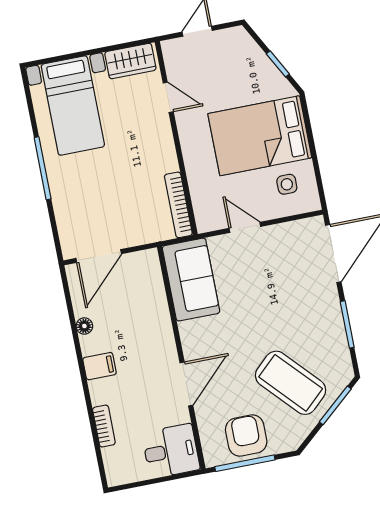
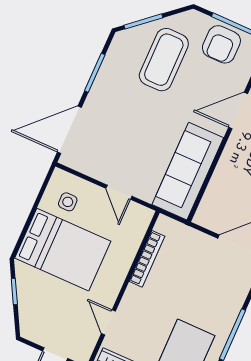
bookcase: (178, 205) -> (147, 259), moved
sofa: (191, 280) -> (188, 171), width x1.36
coffee table: (291, 383) -> (164, 60), turned 43

